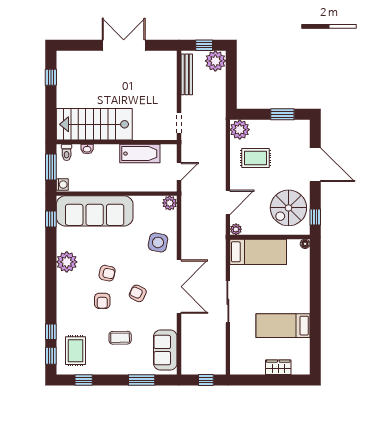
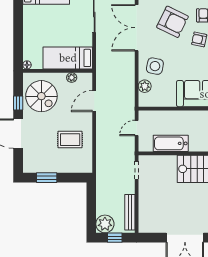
plant: (240, 130) -> (84, 164), removed
plant: (170, 203) -> (145, 86), moved
spiral stairs: (288, 208) -> (41, 96), turned 90
window: (315, 217) -> (18, 103), moved
plant: (236, 229) -> (72, 78), moved
armchair: (138, 293) -> (172, 22), width x1.88, depth x1.88

